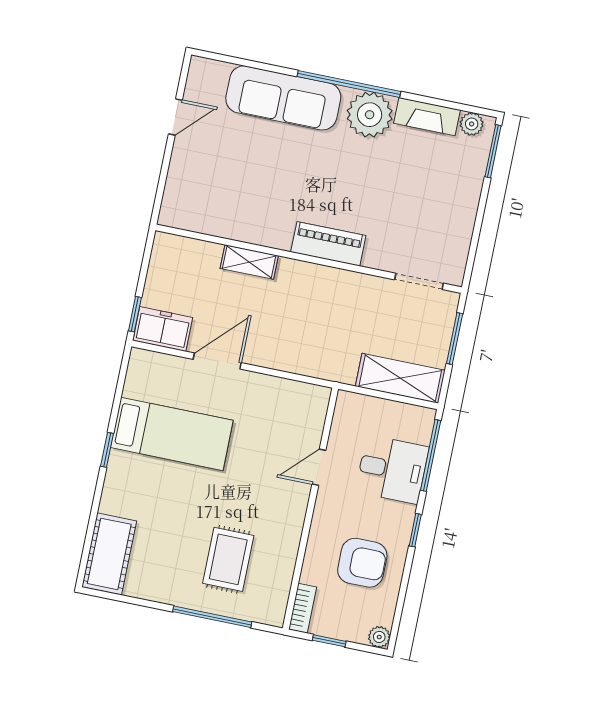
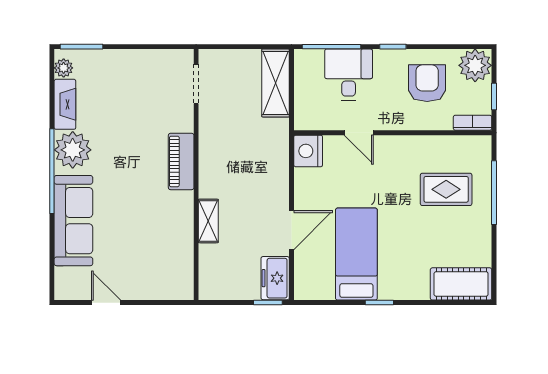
window: (455, 339) -> (235, 47), removed
door: (217, 361) -> (292, 230), swing flipped
nightstand: (309, 401) -> (308, 151), added
plant: (379, 637) -> (475, 65), width x1.87, depth x1.87

